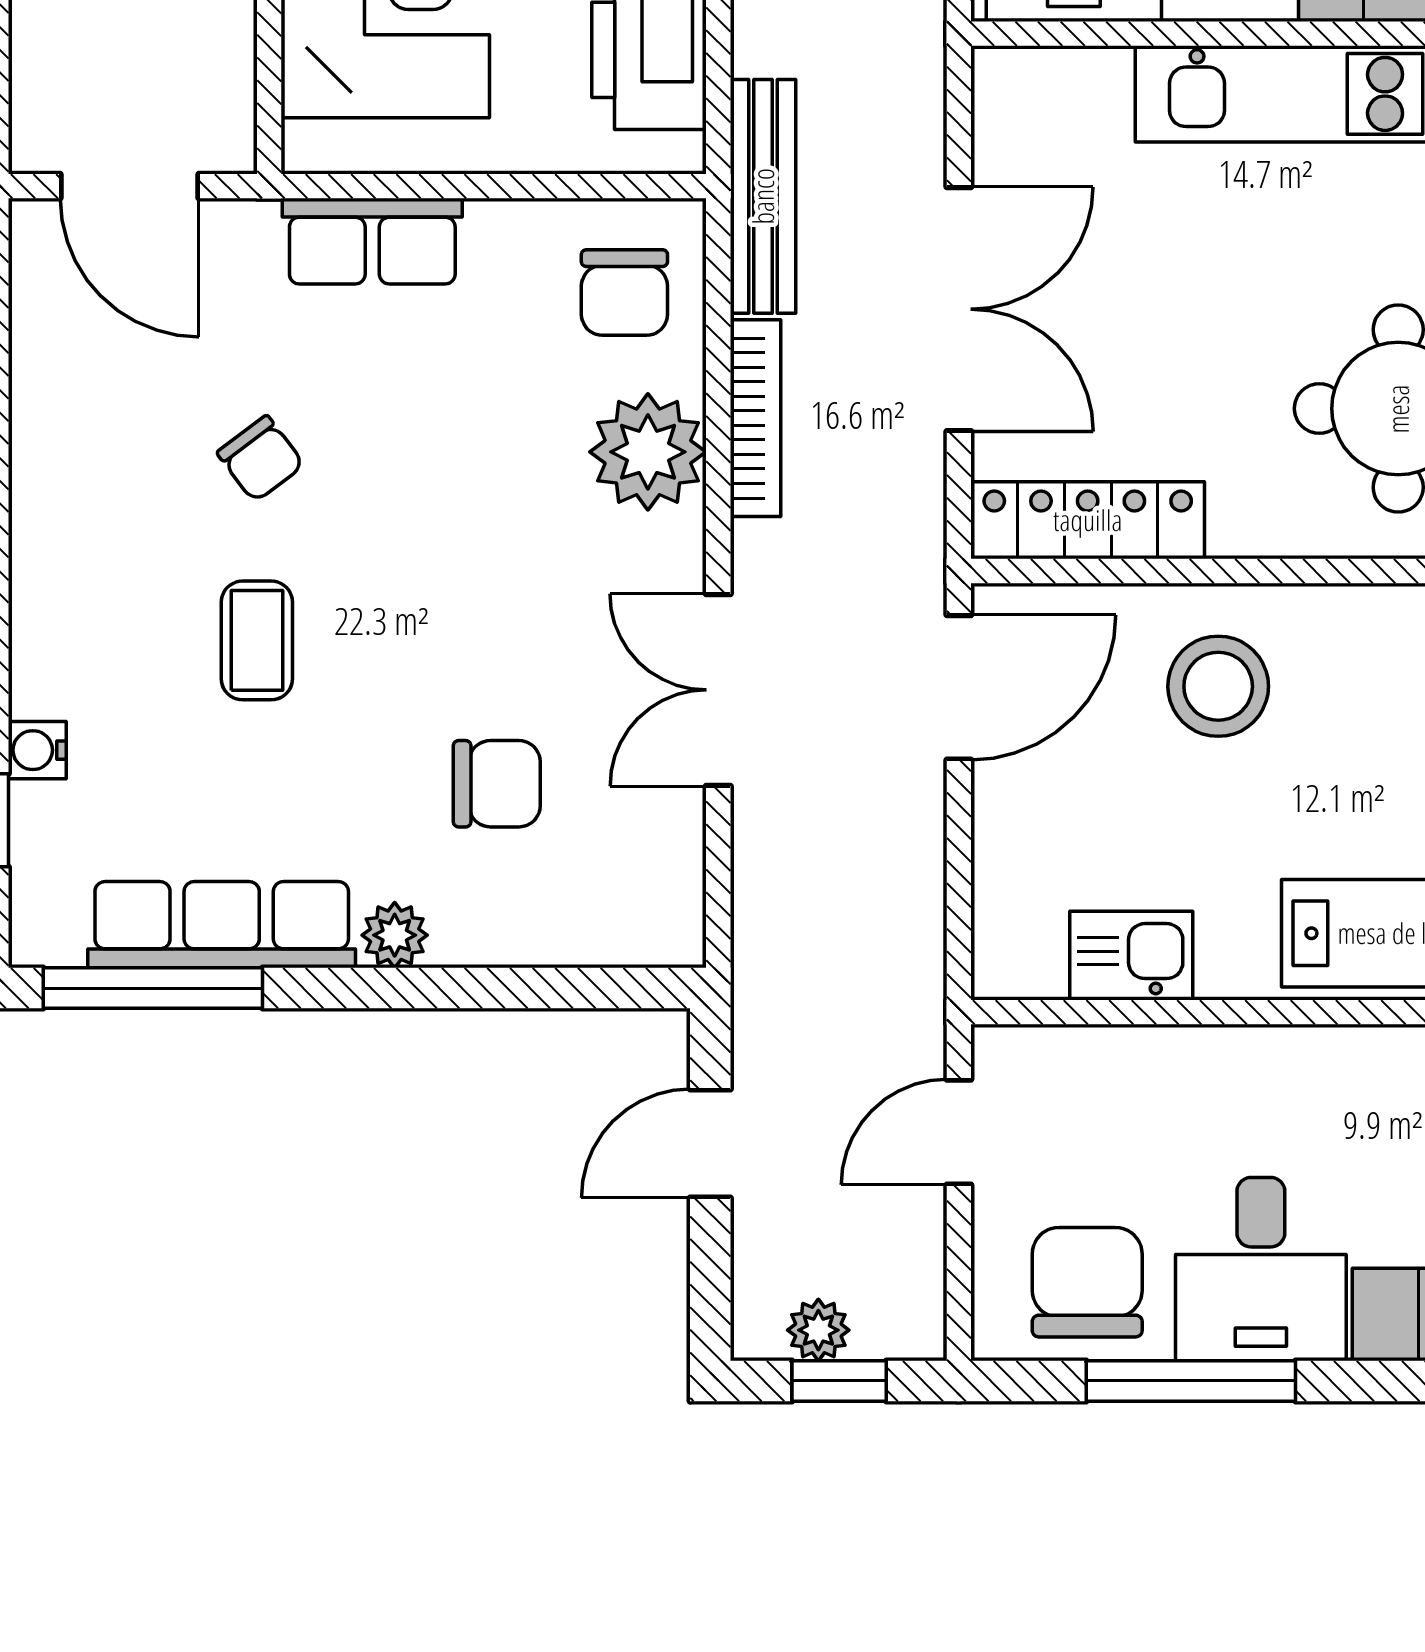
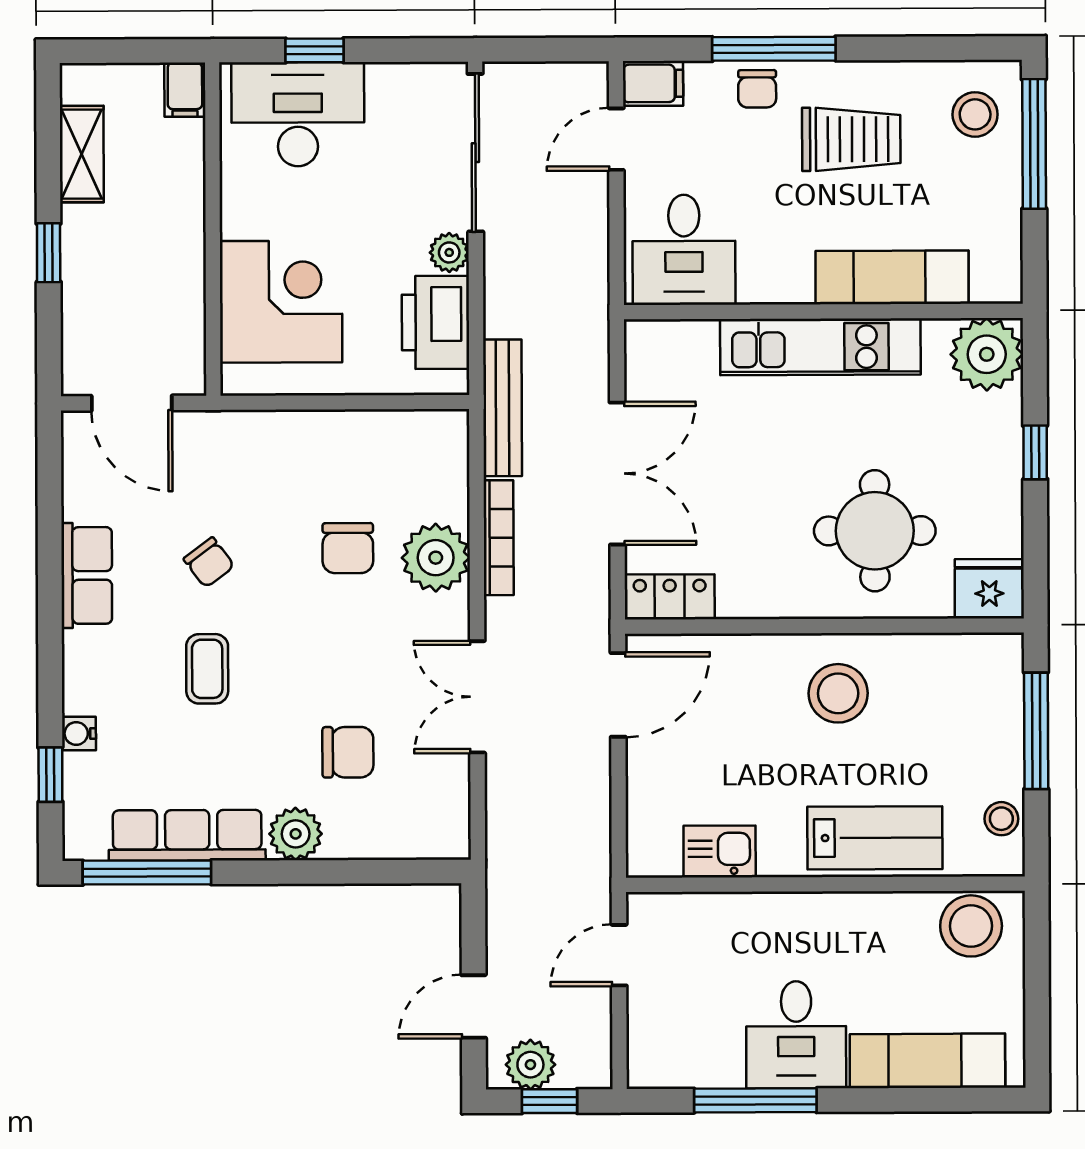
row of seats: (372, 241) -> (87, 575), moved, turned -90
chair: (624, 292) -> (348, 548), moved
locker: (1088, 520) -> (670, 597), width x0.66
stool: (1218, 686) -> (838, 693), moved
plant: (395, 935) -> (296, 834), width x1.38, depth x1.38
door: (710, 1144) -> (474, 1006), moved
chair: (1087, 1282) -> (695, 1043), removed
plant: (818, 1330) -> (530, 1065), width x1.38, depth x1.38

